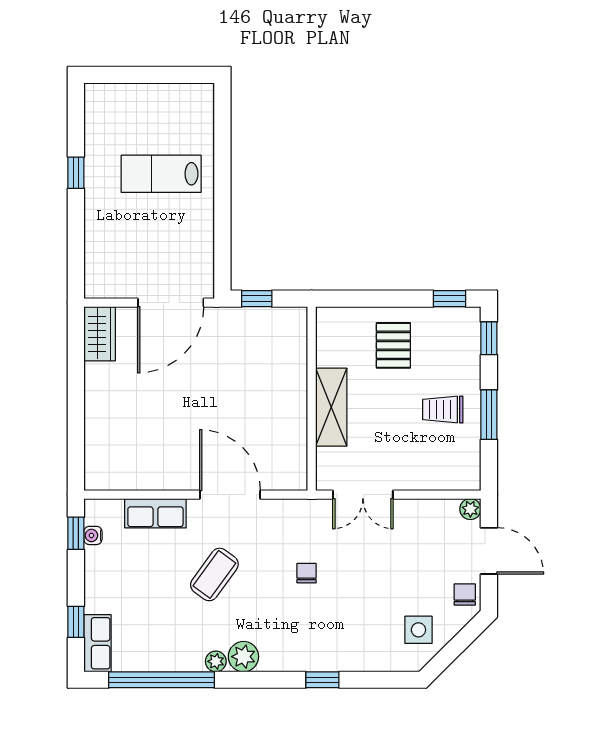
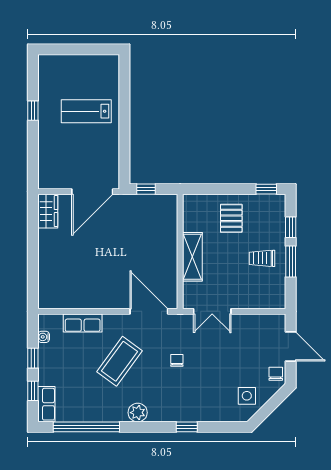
window: (489, 338) -> (291, 227), moved
door: (230, 495) -> (149, 311), moved
plant: (470, 509) -> (279, 320), removed
window: (76, 533) -> (33, 358), moved
coffee table: (214, 574) -> (119, 361), width x1.36, depth x1.32
plant: (216, 661) -> (120, 416), removed

